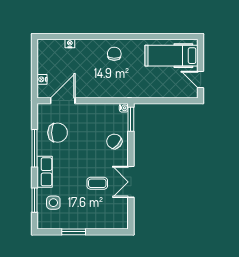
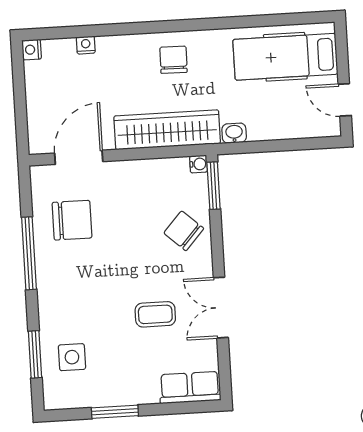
nightstand: (42, 79) -> (32, 50), moved
wardrobe: (109, 89) -> (167, 130), added
washbasin: (143, 93) -> (234, 133), added
row of seats: (45, 172) -> (190, 388), moved, turned -90

